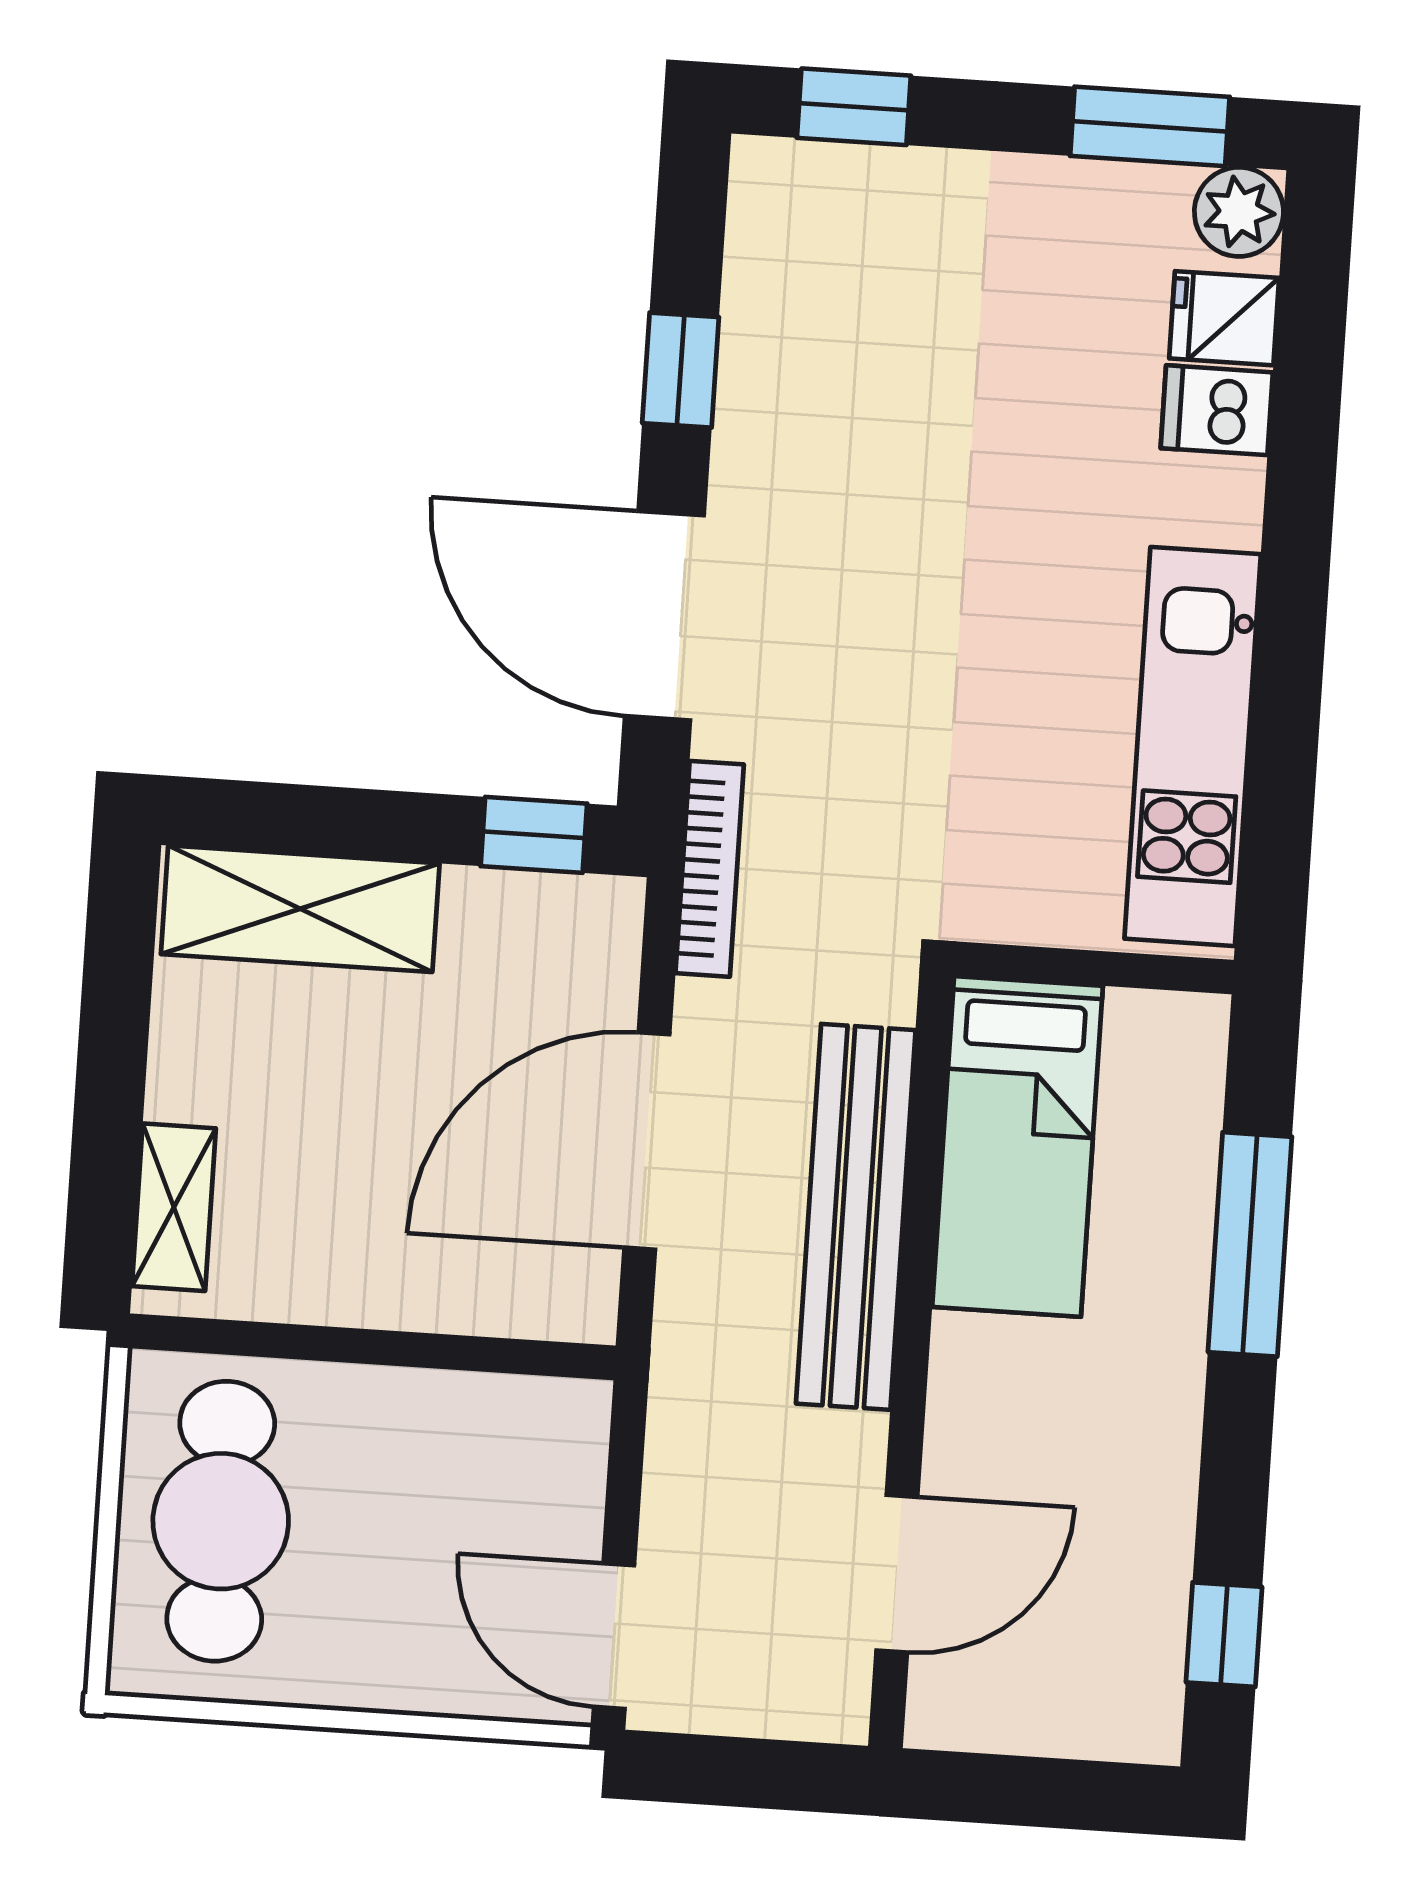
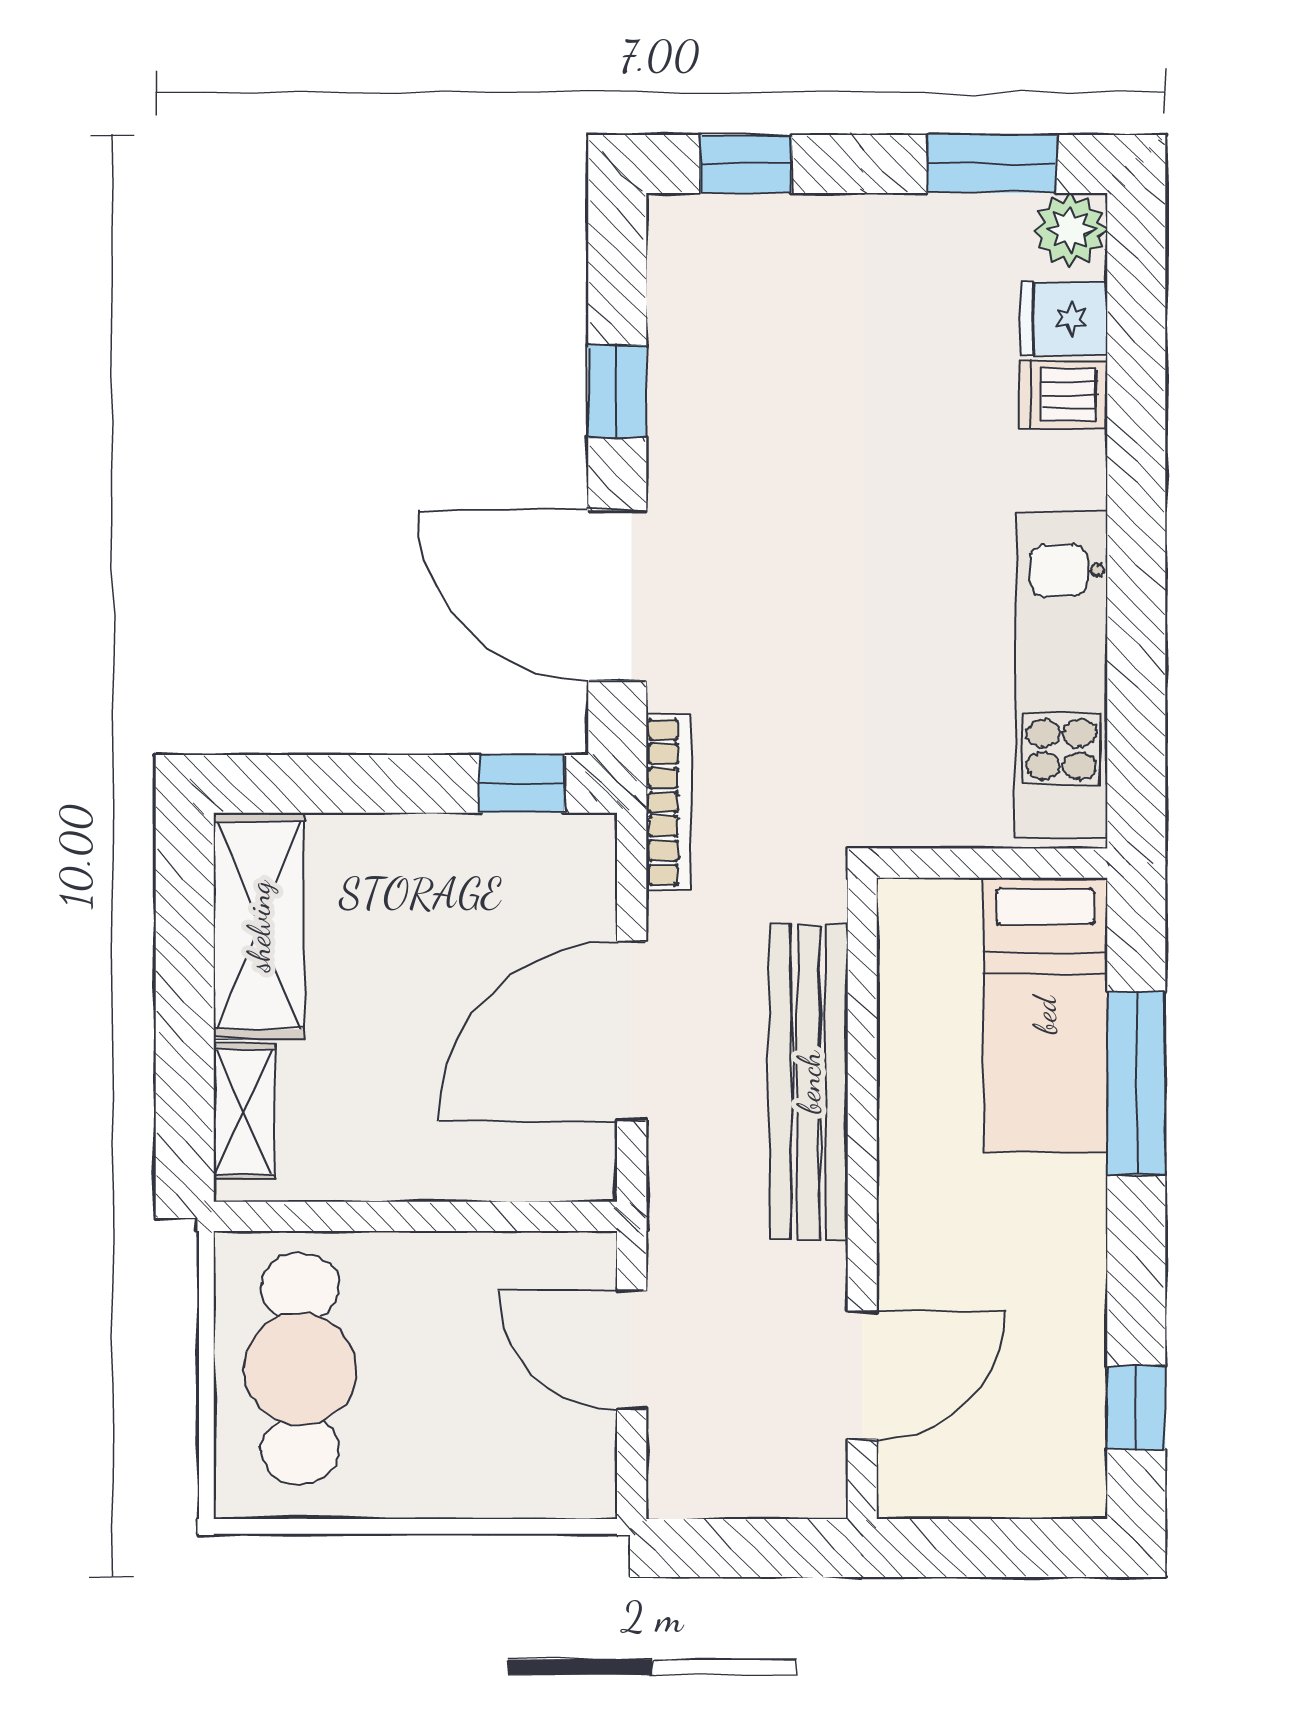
shelving: (300, 909) -> (259, 926), moved, turned 90
bed: (1017, 1146) -> (1045, 1015), moved
door: (614, 1636) -> (632, 1350), moved

